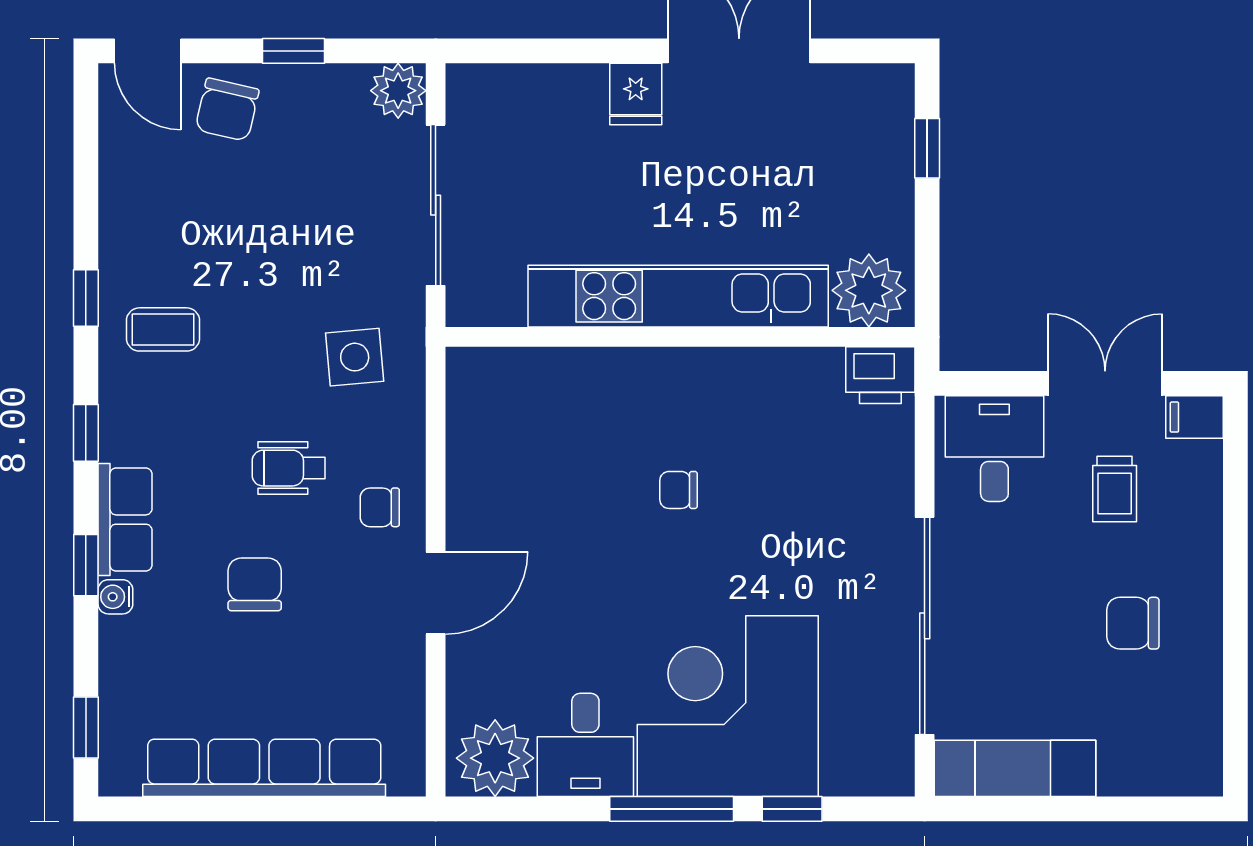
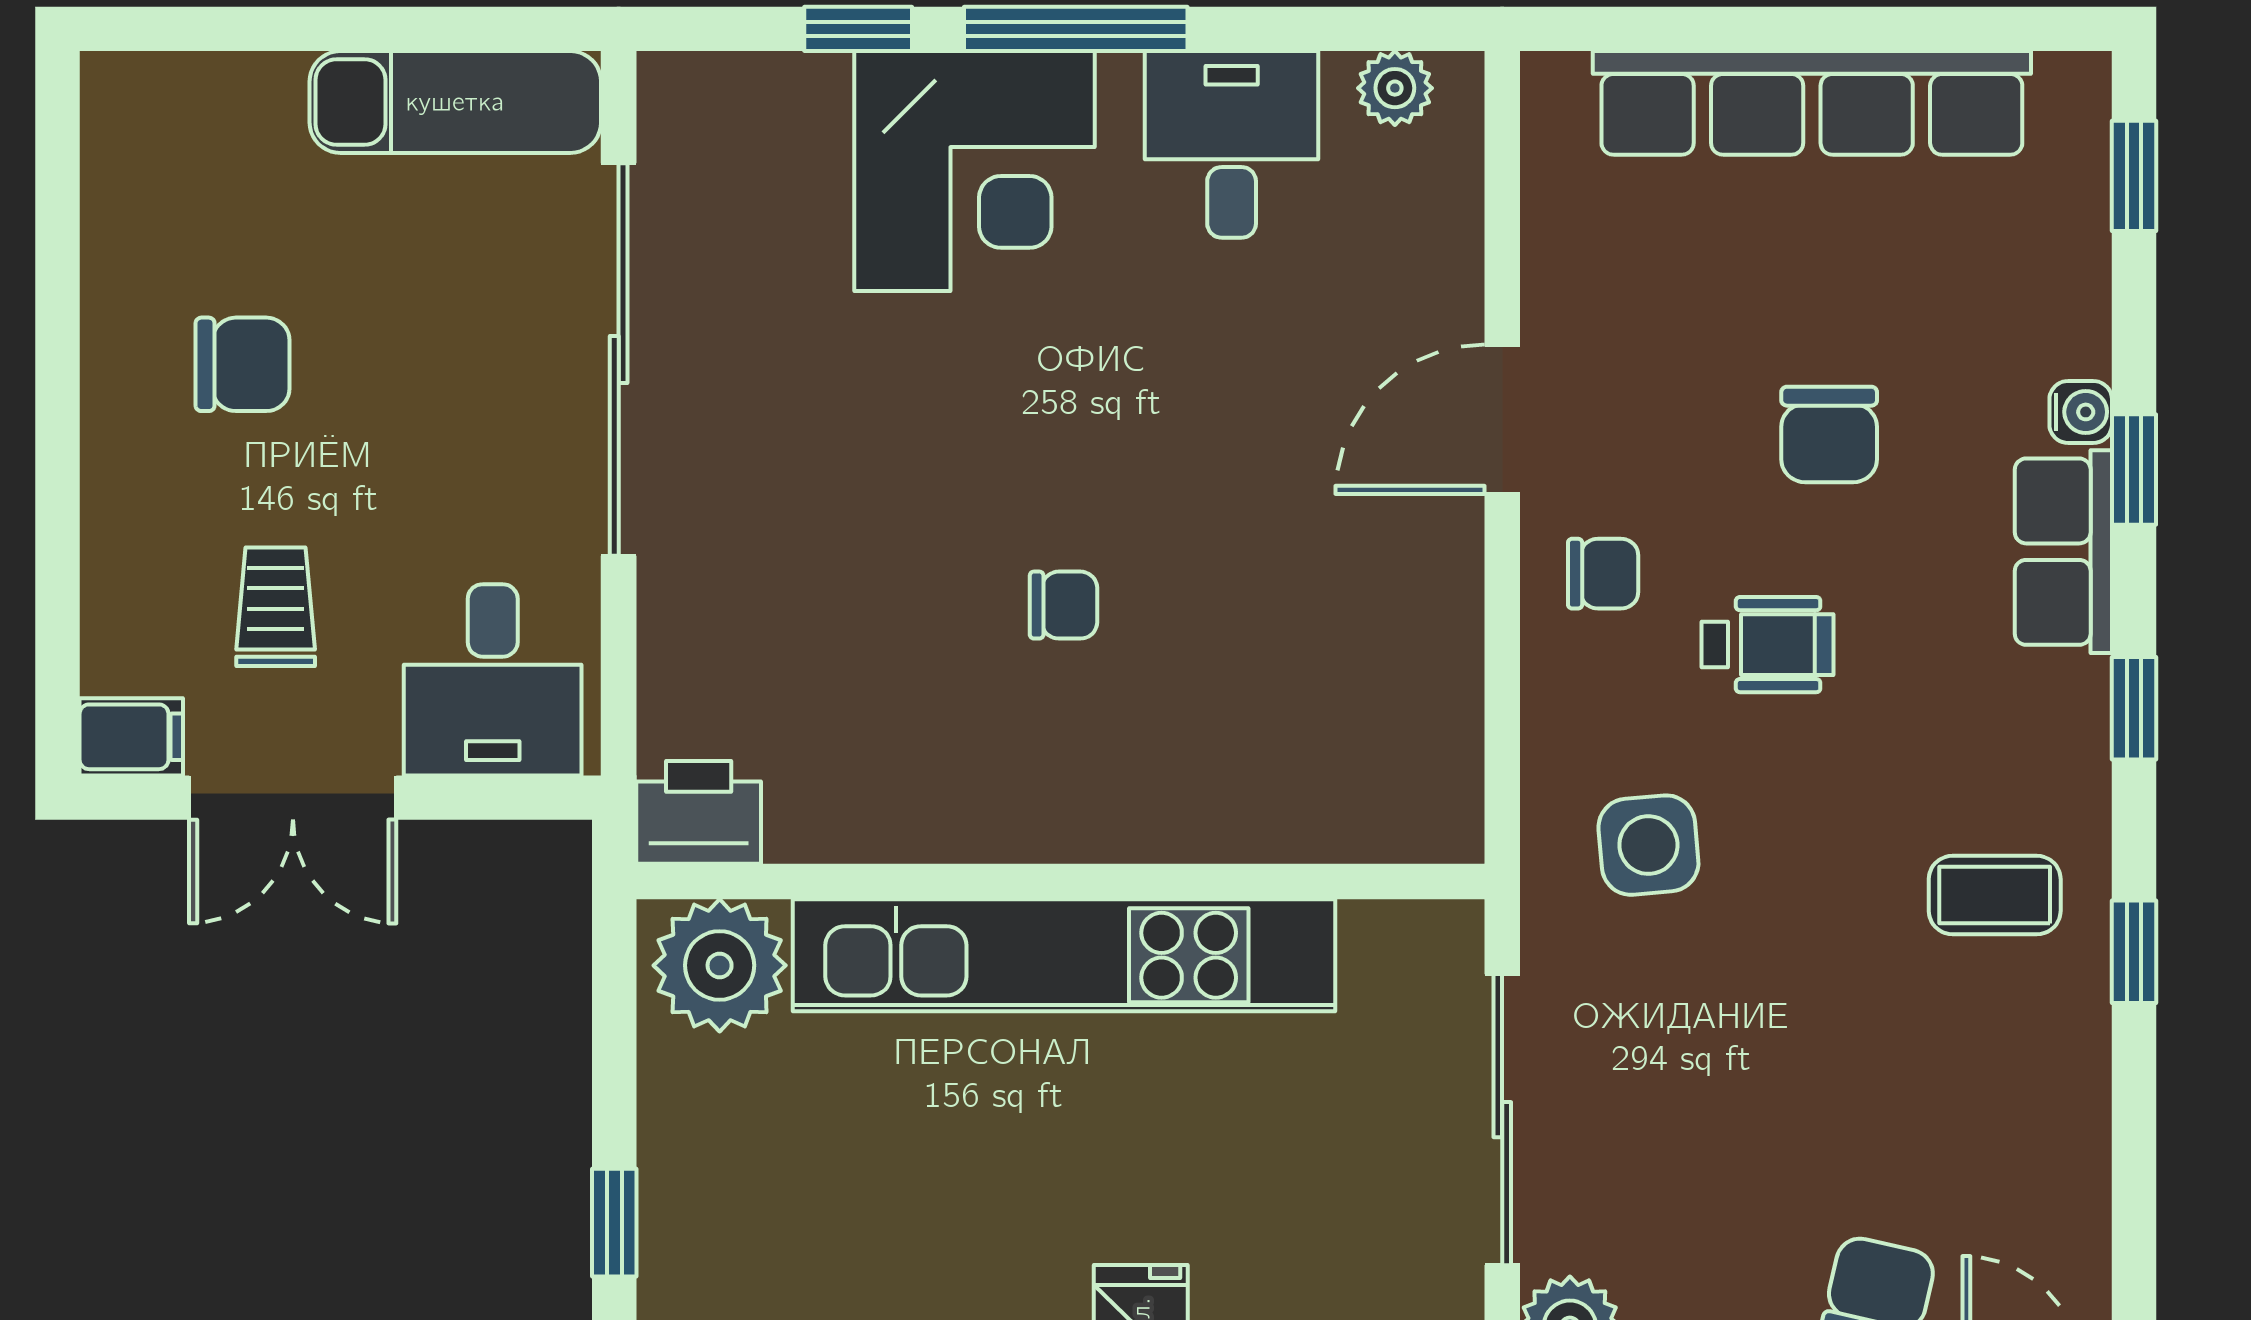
corner desk: (728, 706) -> (974, 171), width x0.74, depth x0.74
plant: (495, 758) -> (1395, 88), width x0.53, depth x0.53

